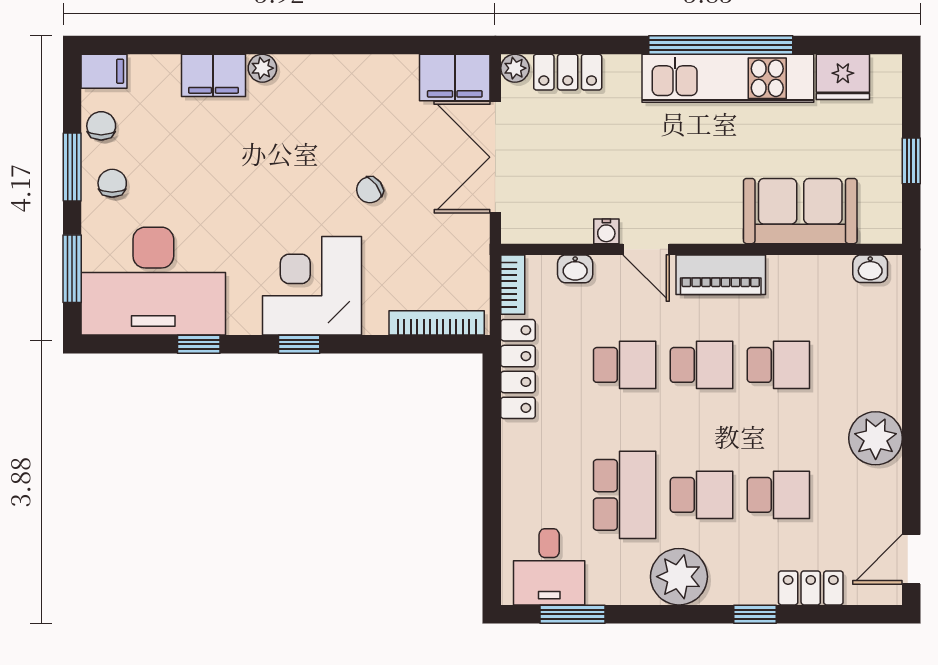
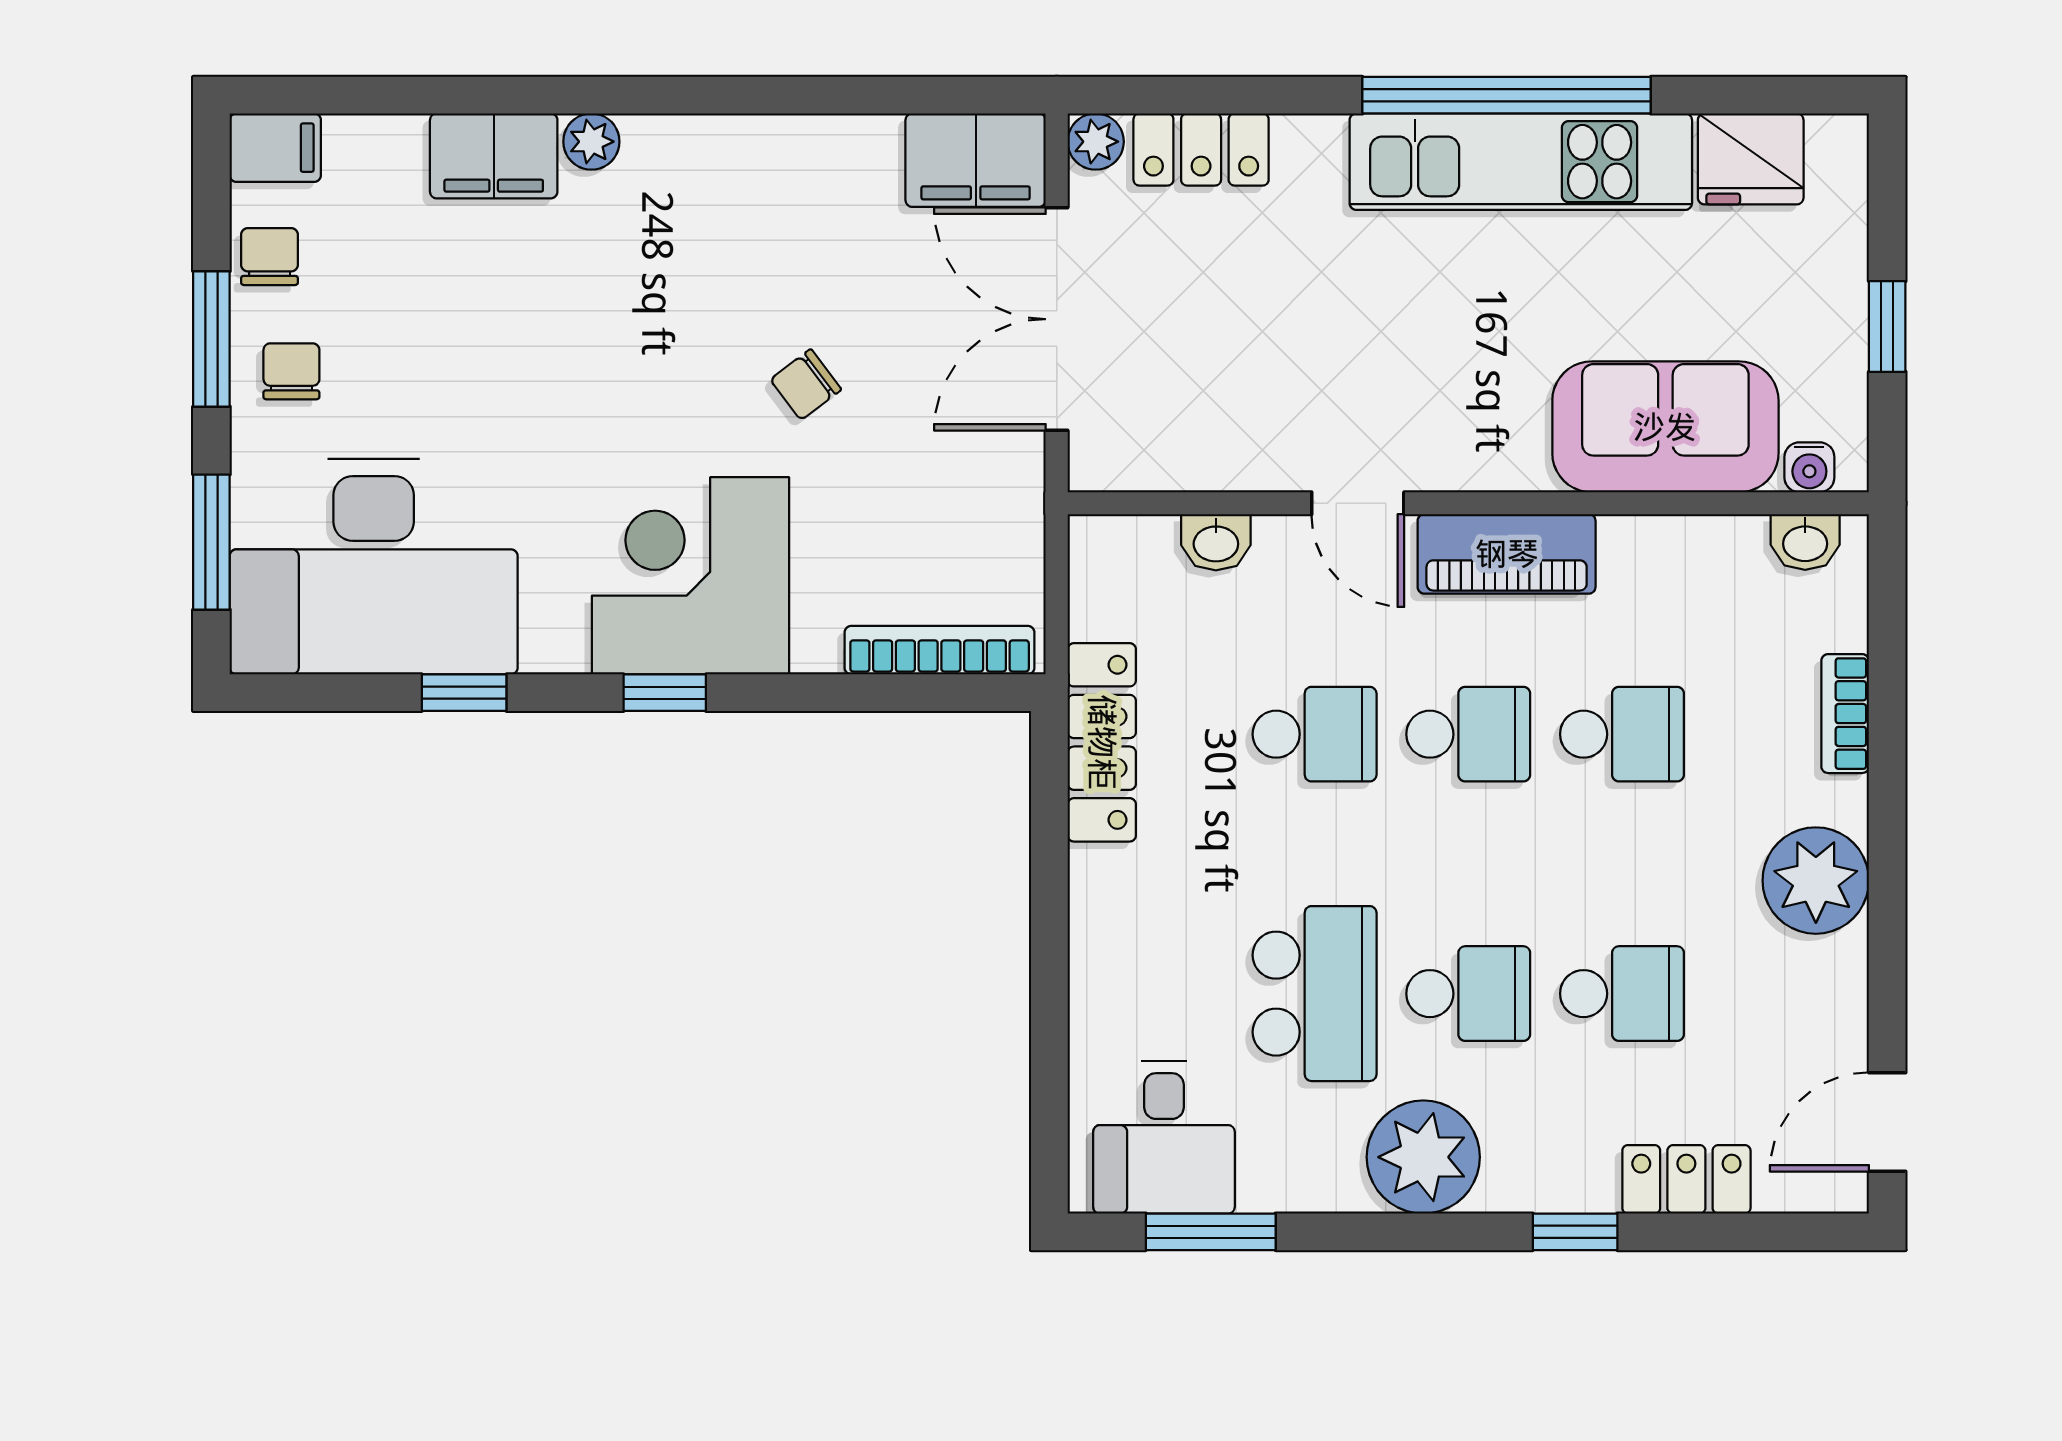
water cooler: (606, 231) -> (1809, 467), moved
bookcase: (513, 285) -> (1845, 714), moved, turned 180

